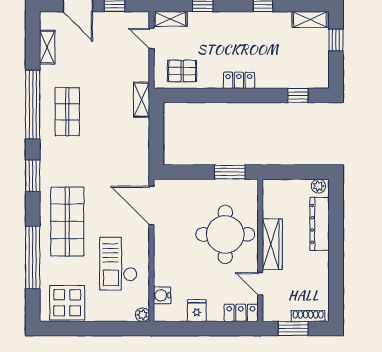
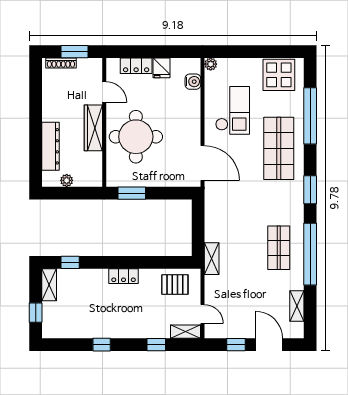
shelving: (310, 20) -> (49, 285), moved, turned 90
plant: (318, 186) -> (67, 180), moved
locker: (241, 313) -> (136, 66), moved

